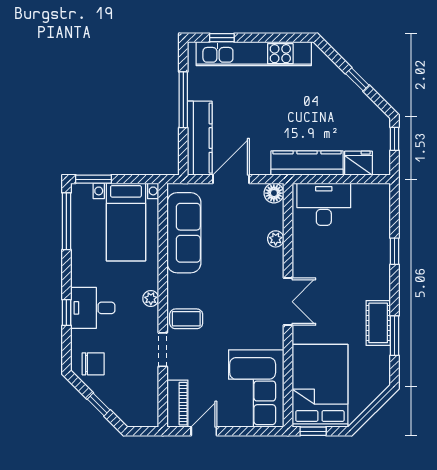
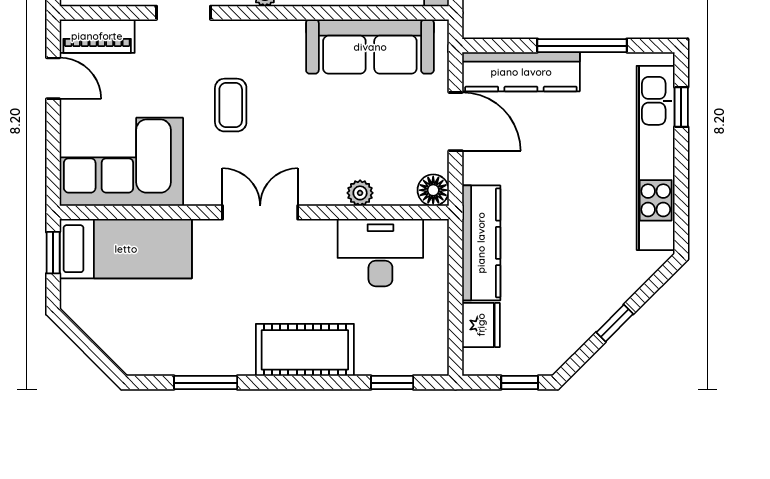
desk: (324, 204) -> (380, 253), moved, turned -90
window: (395, 251) -> (392, 383), moved
double door: (288, 302) -> (260, 212), swing flipped
coffee table: (186, 319) -> (231, 105), moved
cot: (378, 323) -> (305, 350), moved, width x1.37, depth x1.34
bed: (320, 386) -> (126, 249), width x0.67

